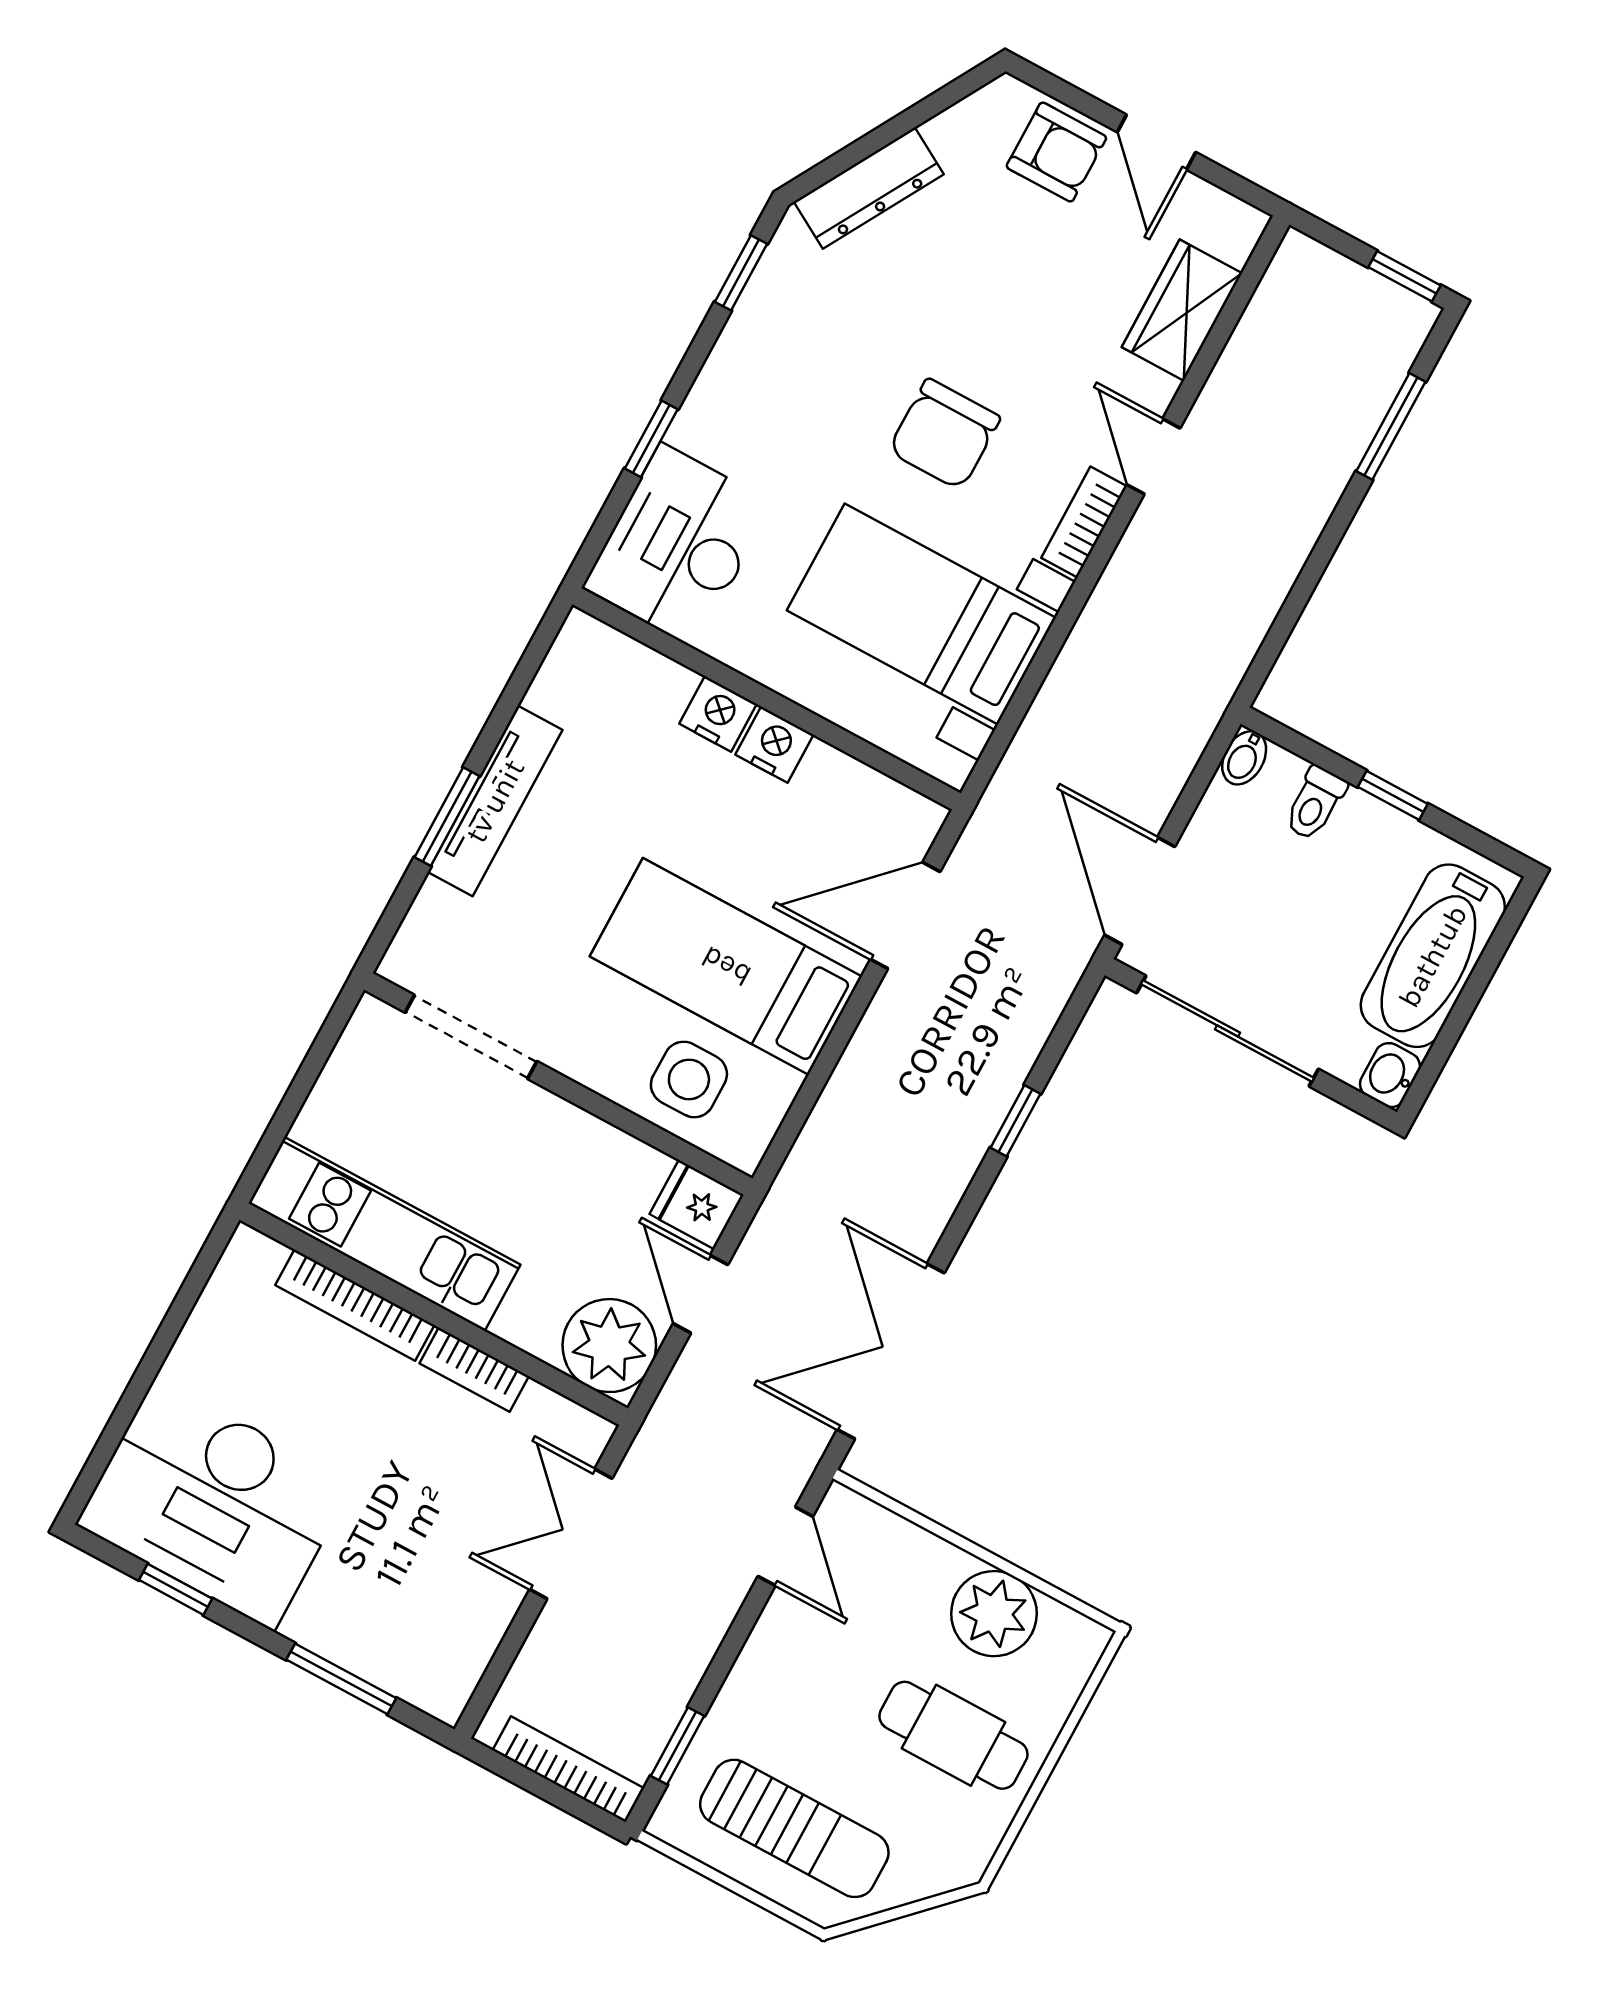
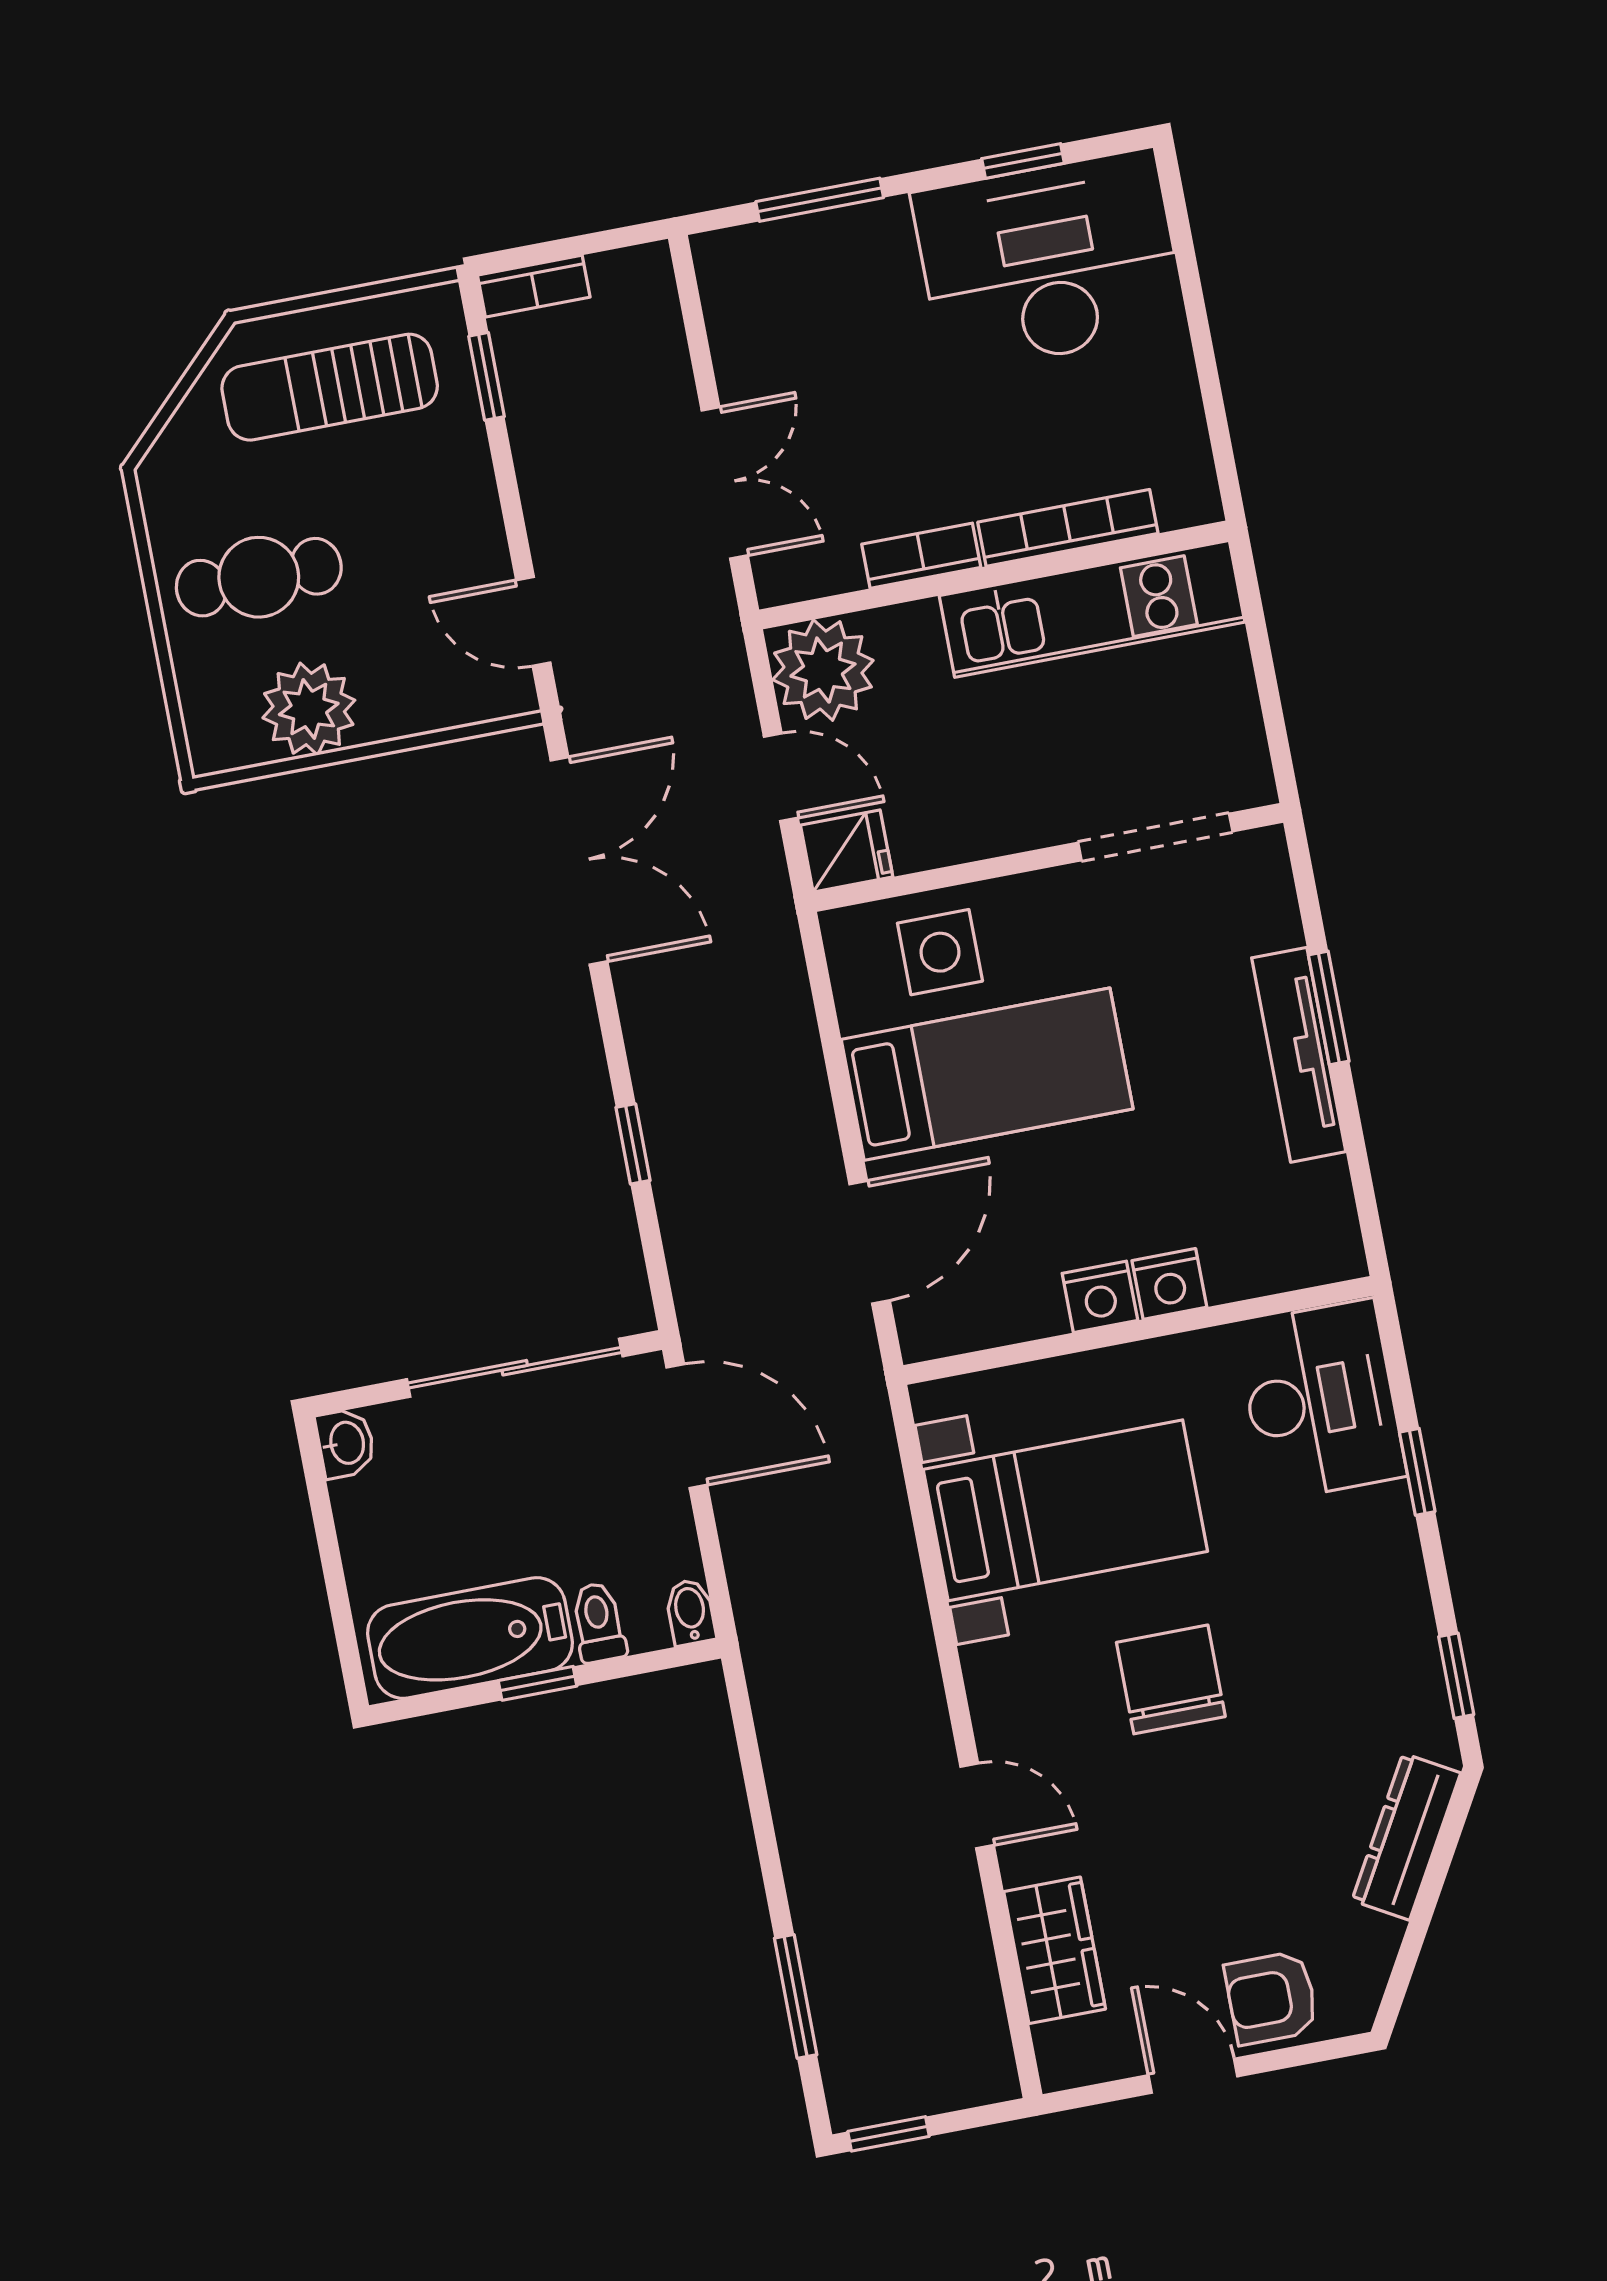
bookcase: (1084, 522) -> (991, 1702), removed
bathtub: (1433, 956) -> (470, 1638), moved, turned -90
bookcase: (568, 1769) -> (534, 286), width x0.64

